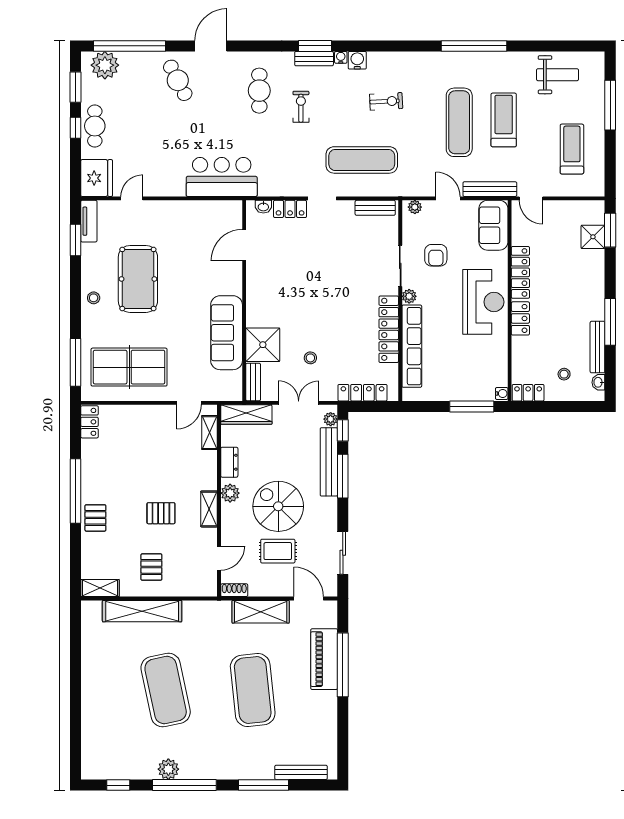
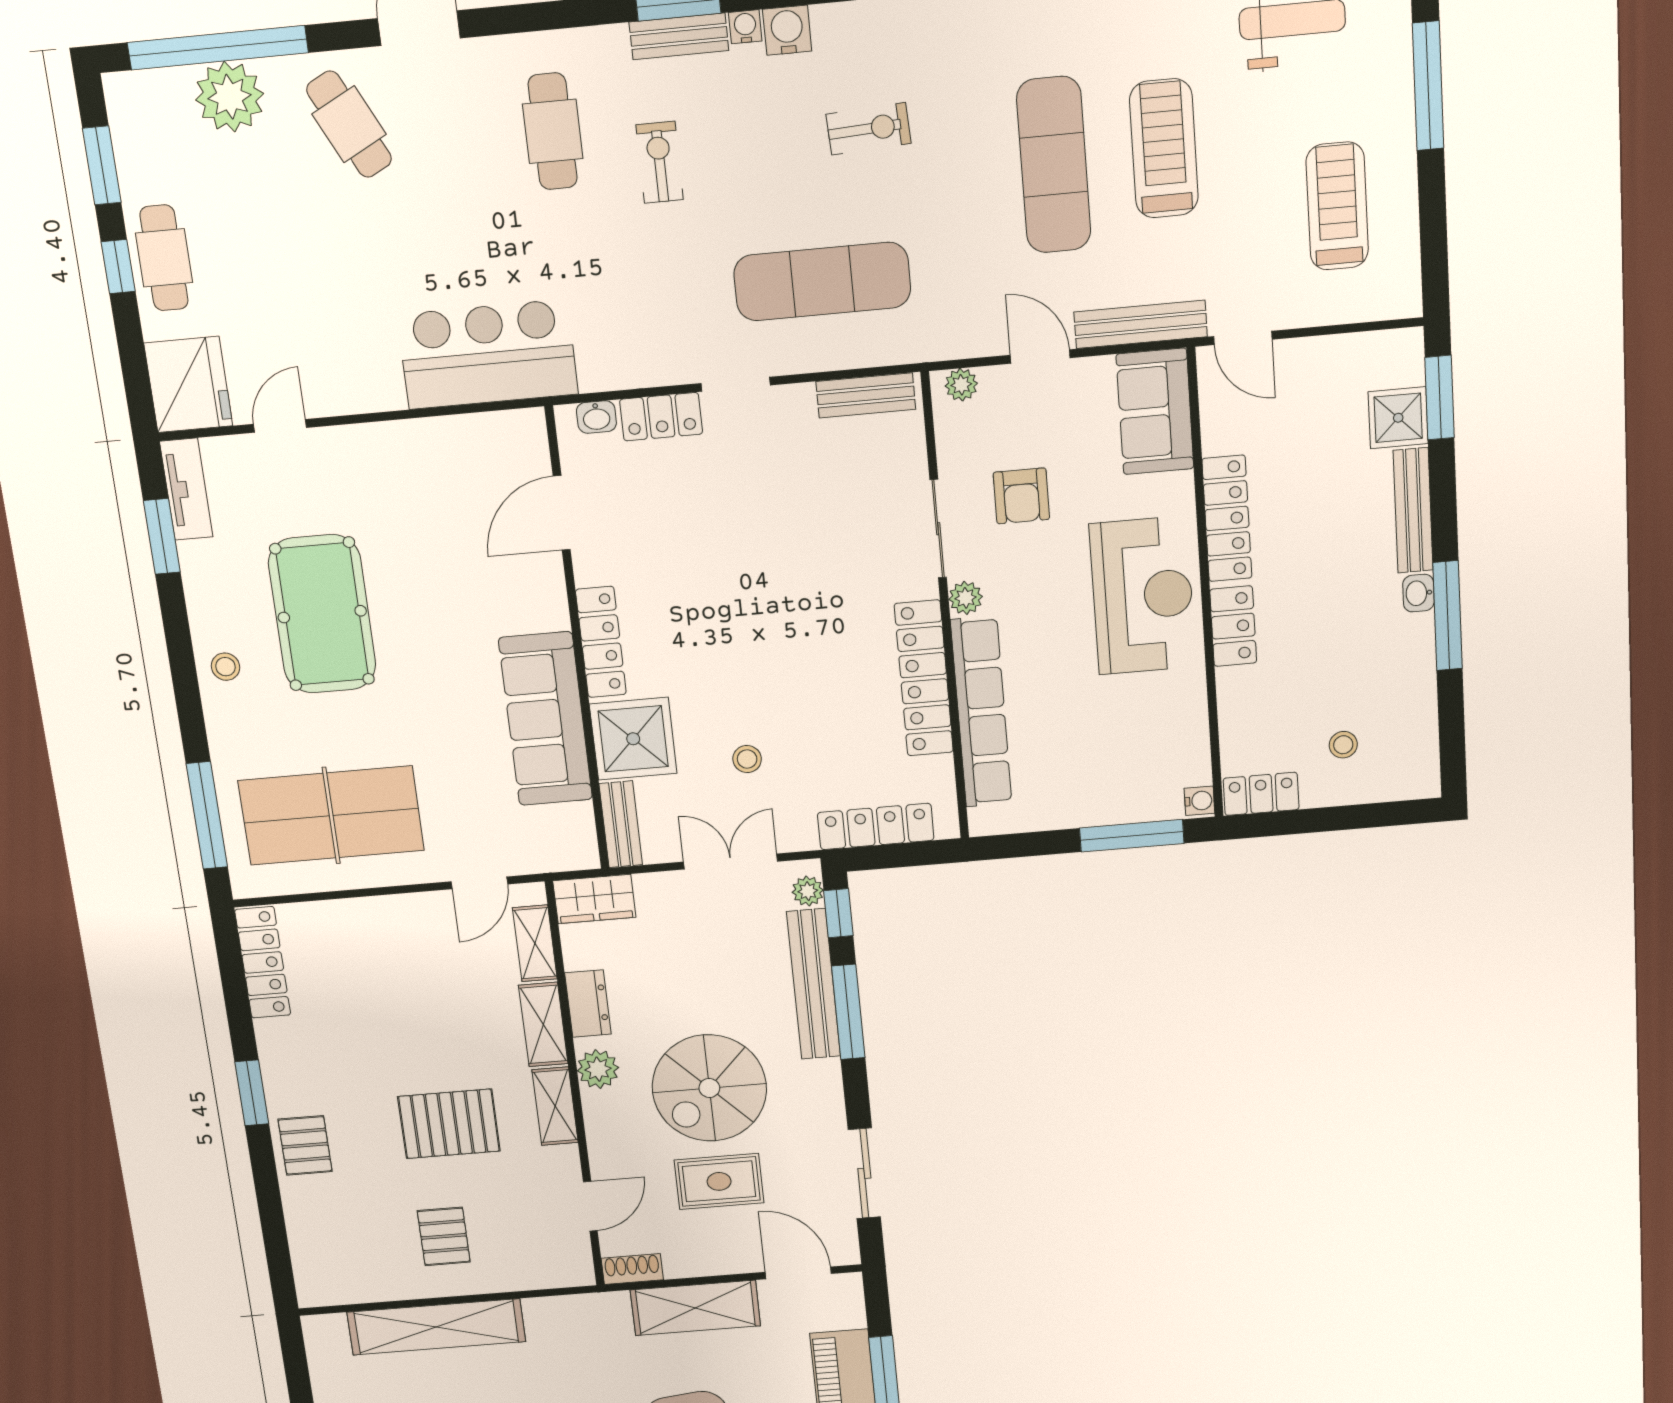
plant: (105, 65) -> (230, 97), moved
locker: (254, 301) -> (601, 642), added
bench: (597, 347) -> (1413, 510), moved
washbasin: (598, 382) -> (1418, 593), moved
wardrobe: (246, 415) -> (594, 899), width x0.67
locker: (89, 422) -> (263, 962), width x1.53
window: (75, 491) -> (252, 1093), width x0.47
spiral stairs: (278, 506) -> (709, 1088), turned -90
pallet: (161, 513) -> (449, 1124), width x1.50, depth x1.42
shelving: (100, 588) -> (543, 1024), moved, turned 90

